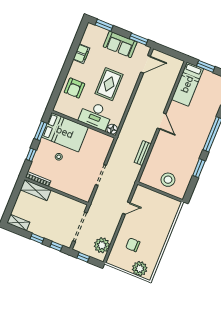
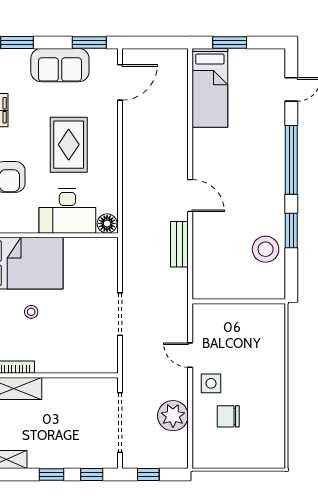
door: (162, 121) -> (190, 196), moved
stool: (168, 180) -> (266, 249), moved
door: (126, 208) -> (190, 355), swing flipped
side table: (131, 226) -> (211, 383), added
plant: (102, 245) -> (173, 416), moved
plant: (140, 269) -> (258, 454), removed

